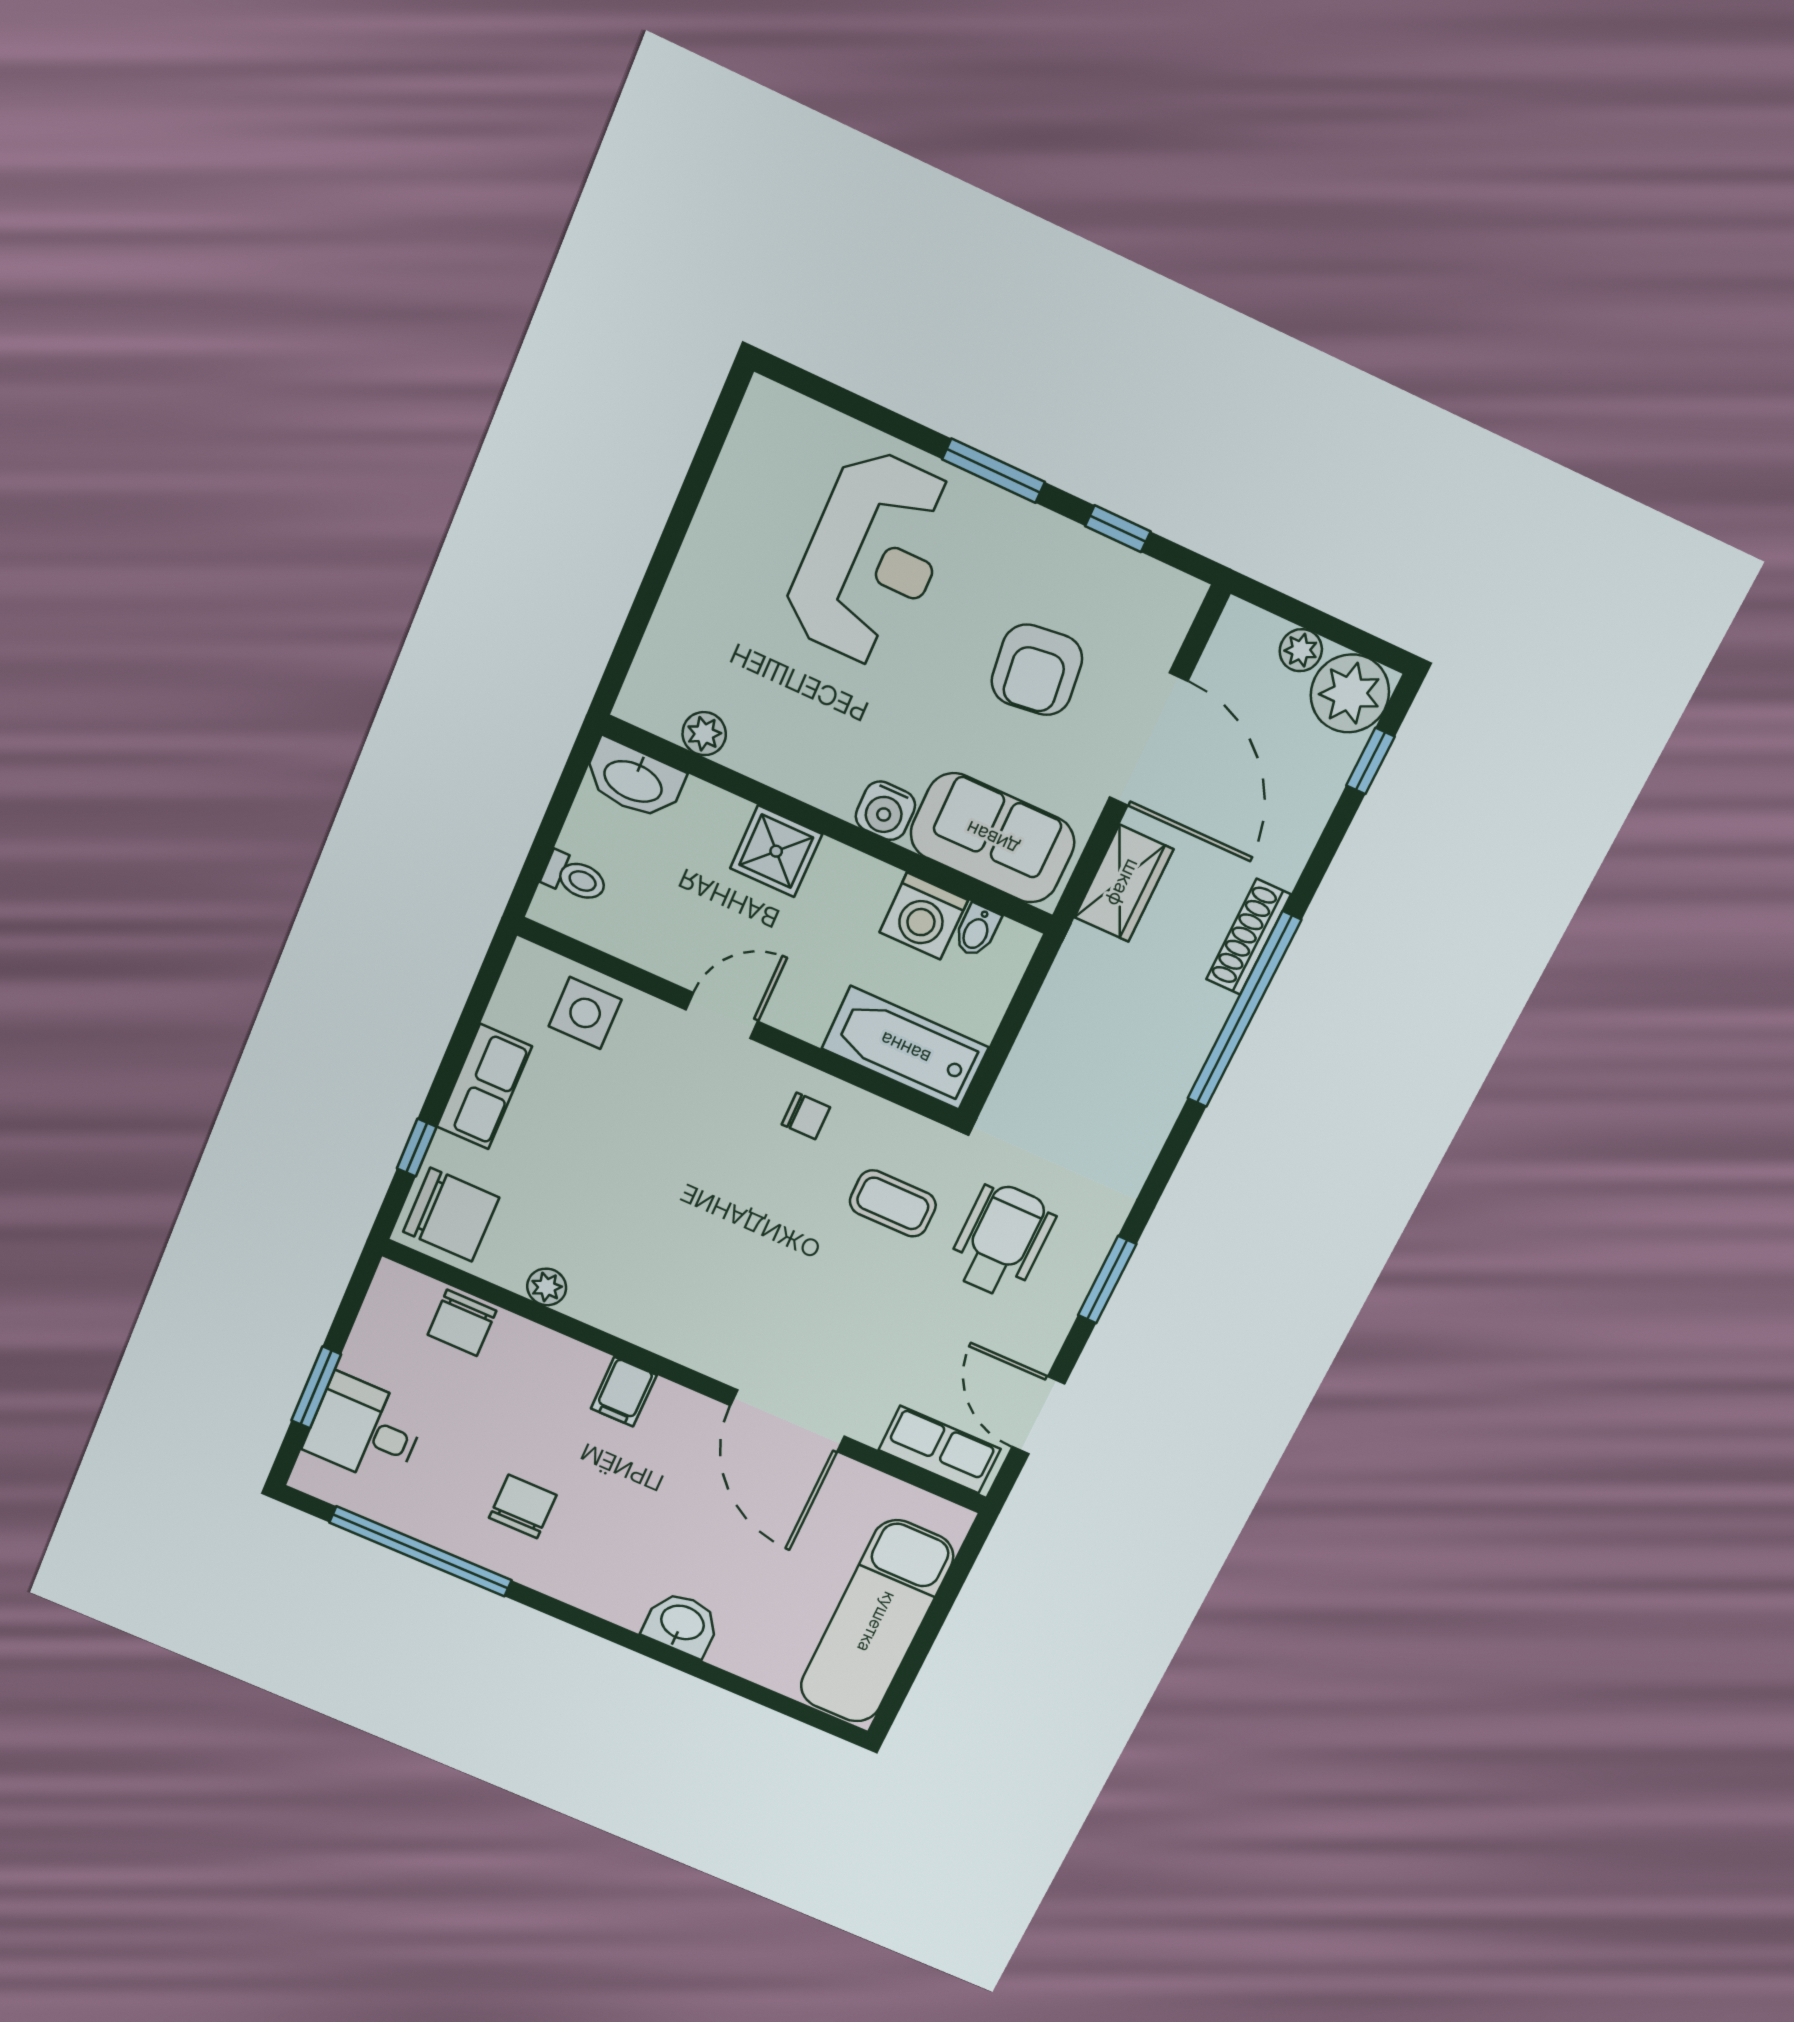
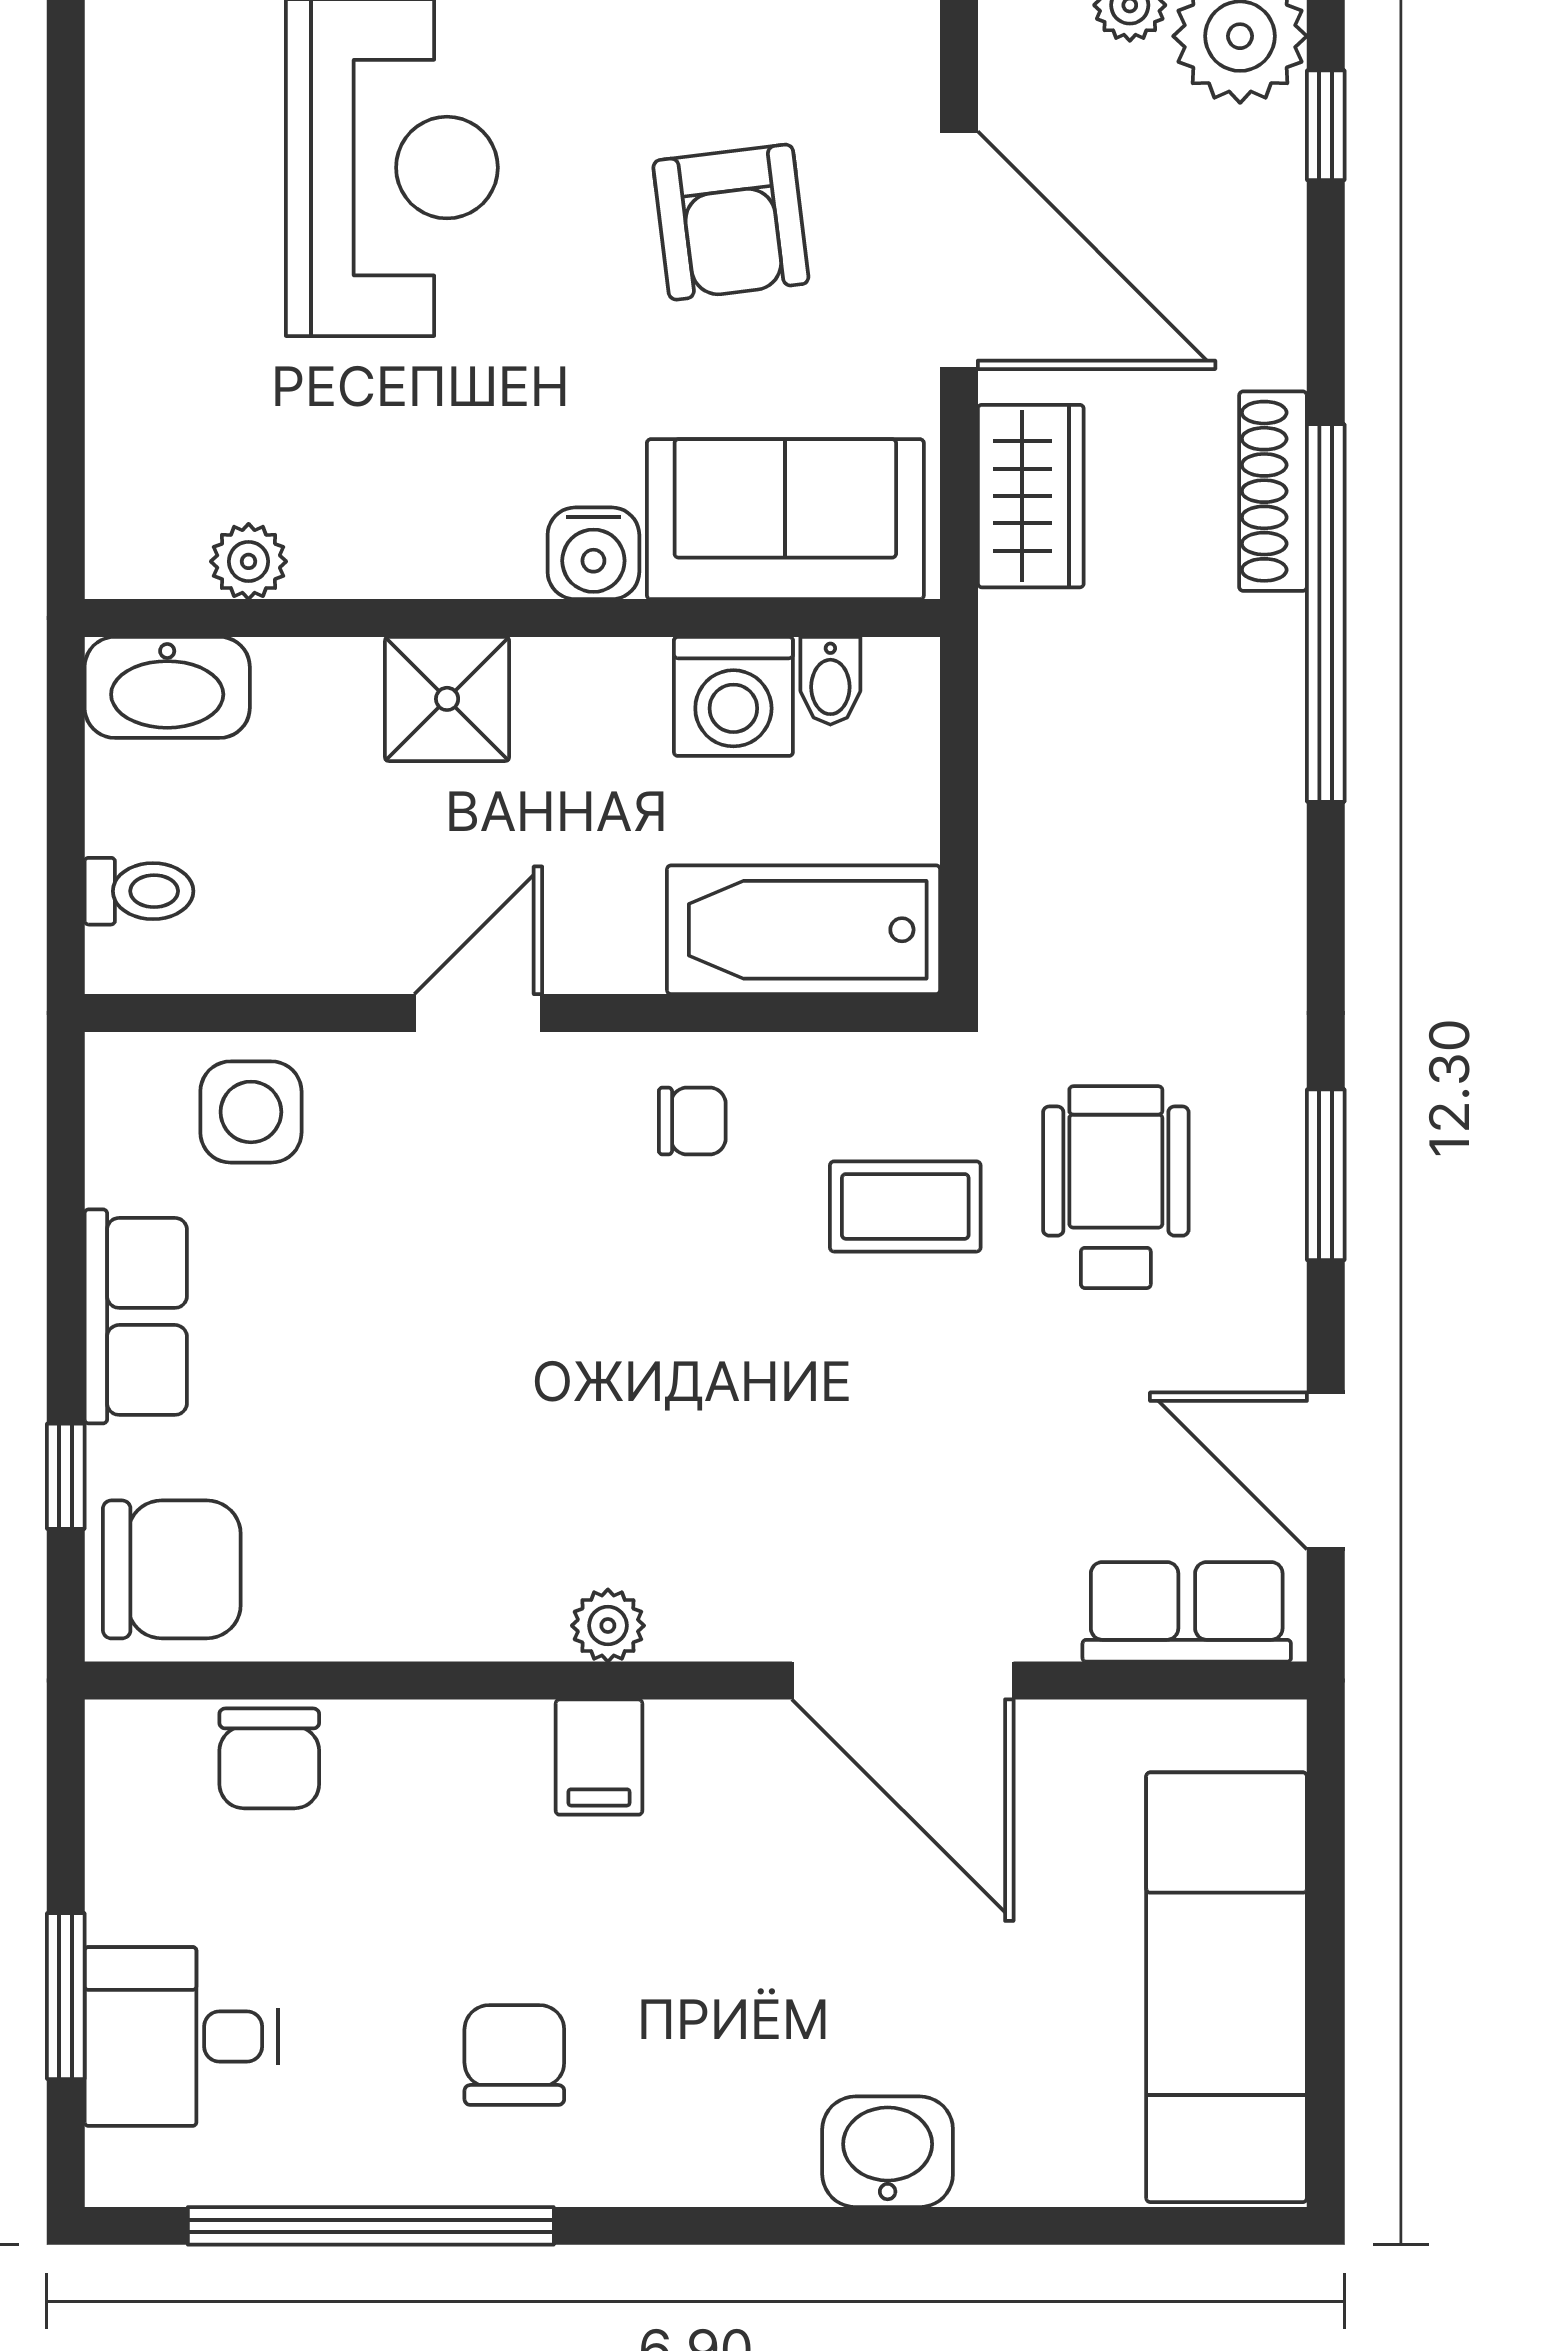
plant: (547, 1287) -> (608, 1626), moved

